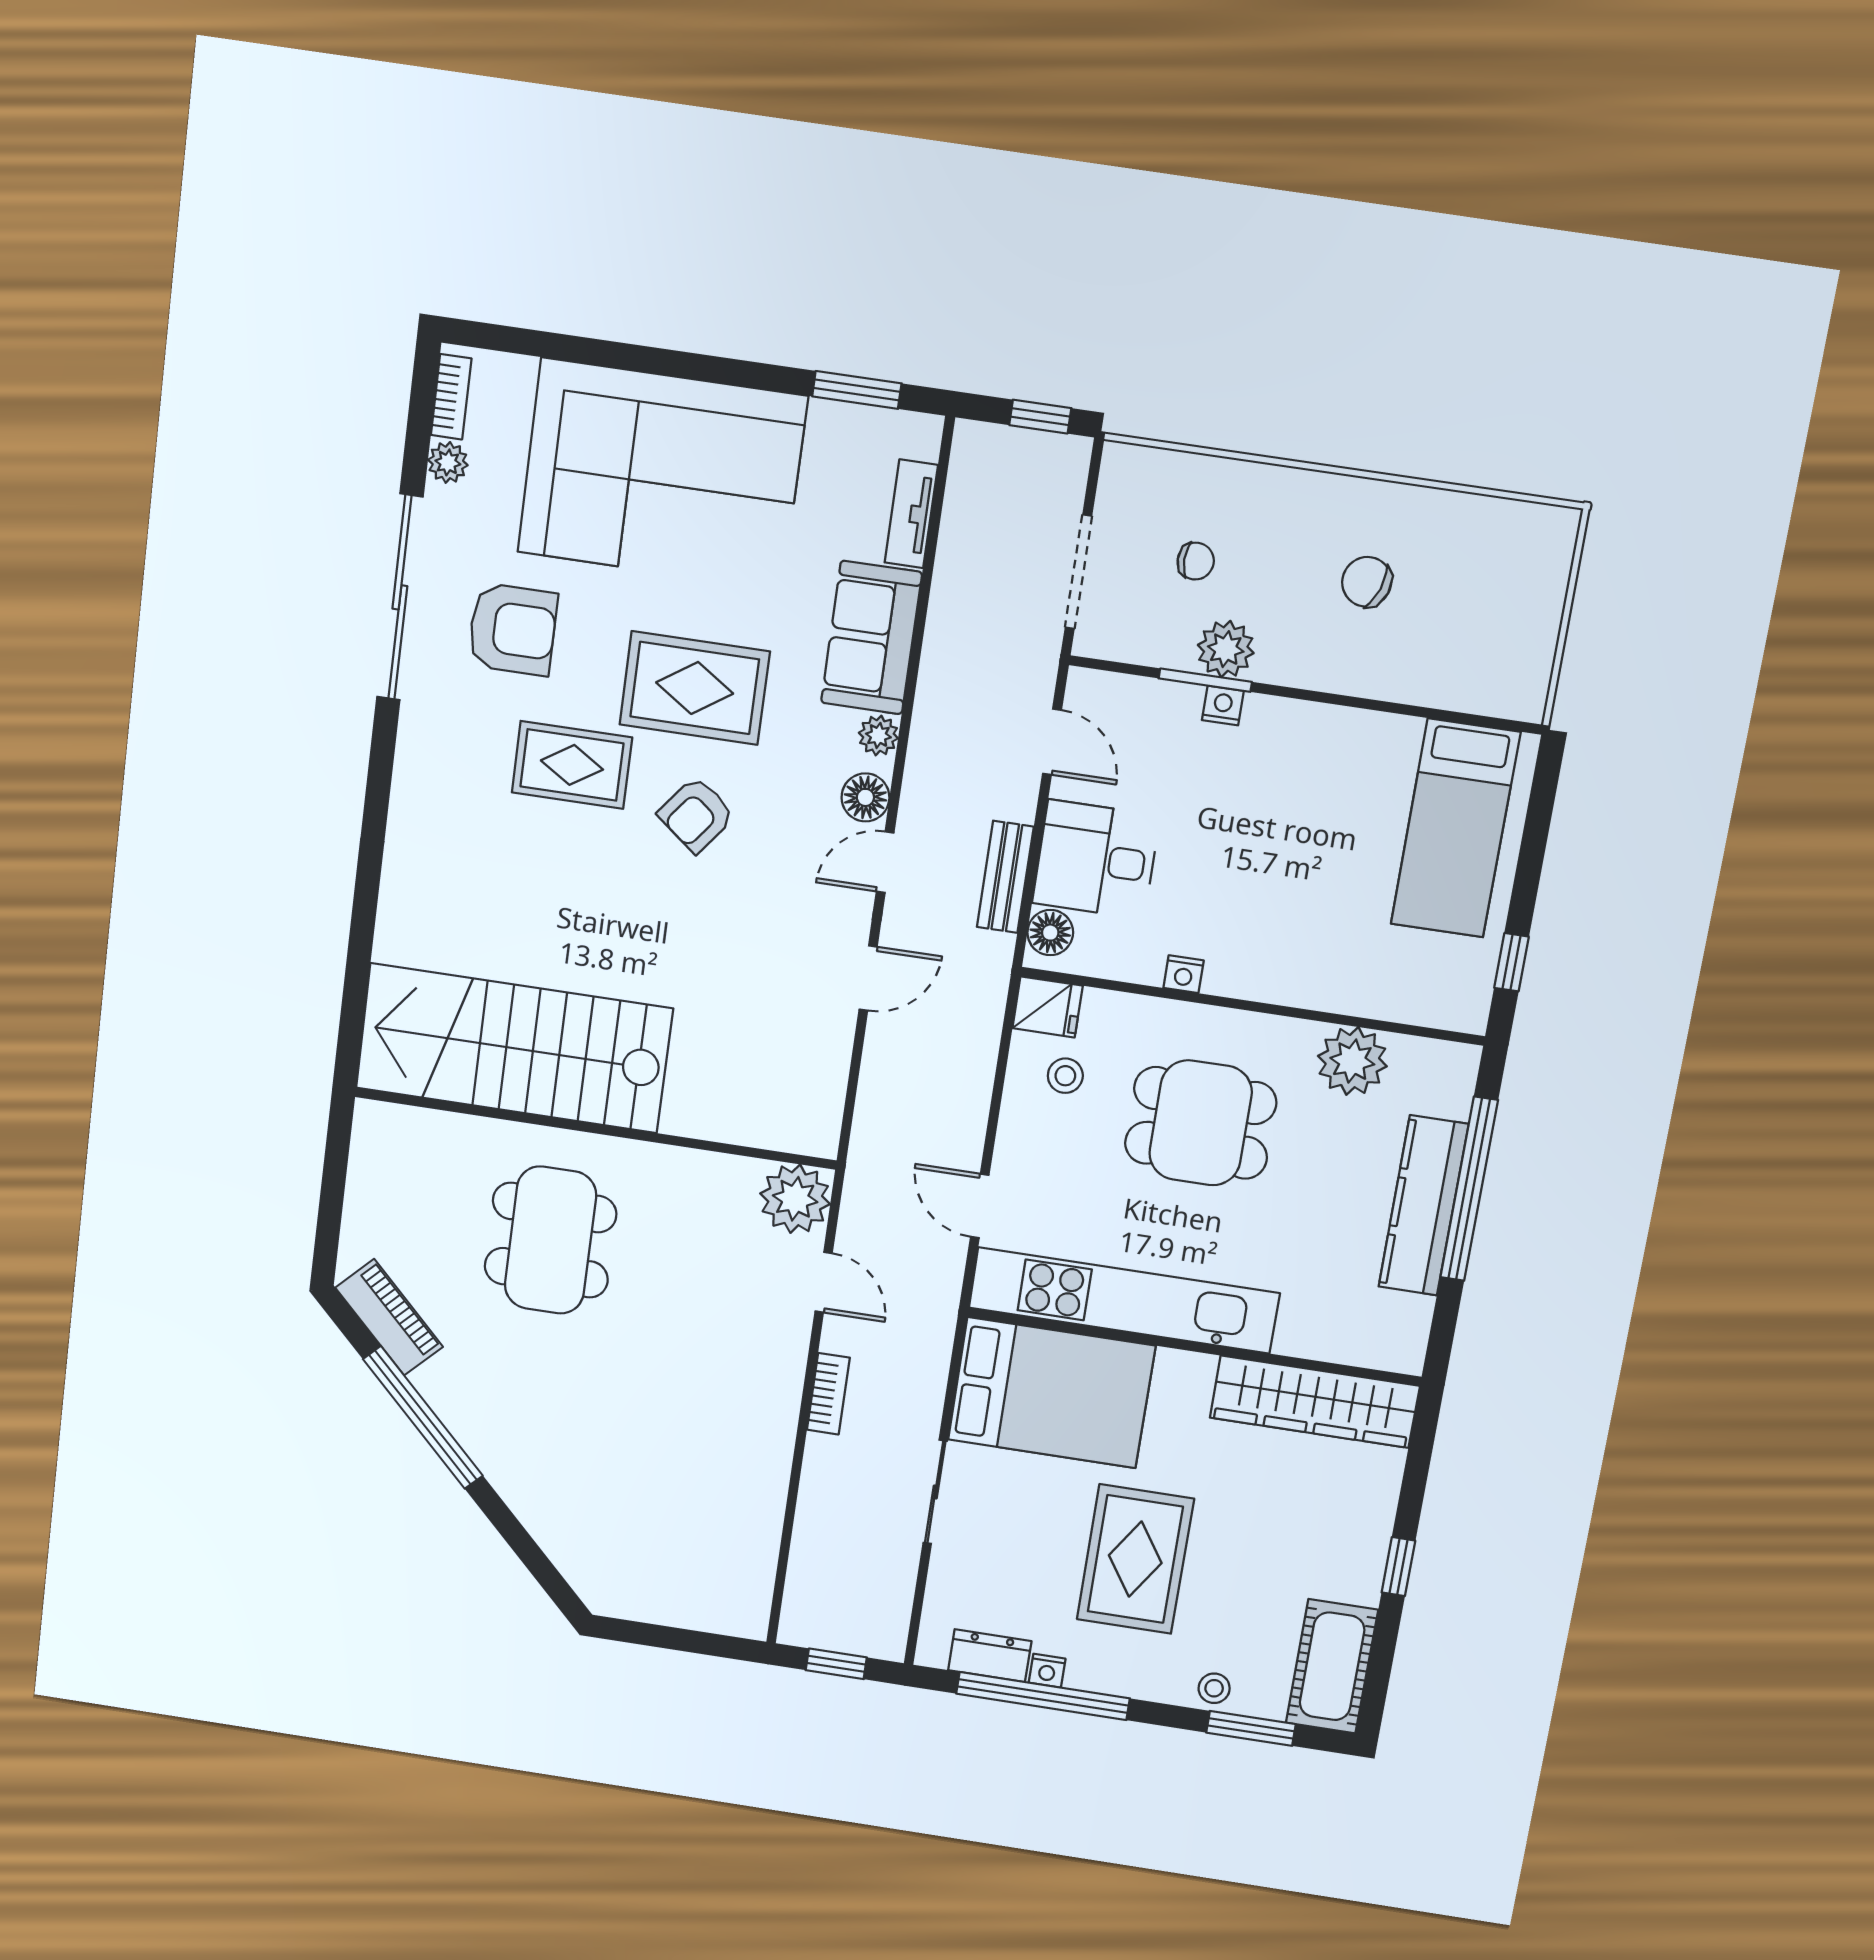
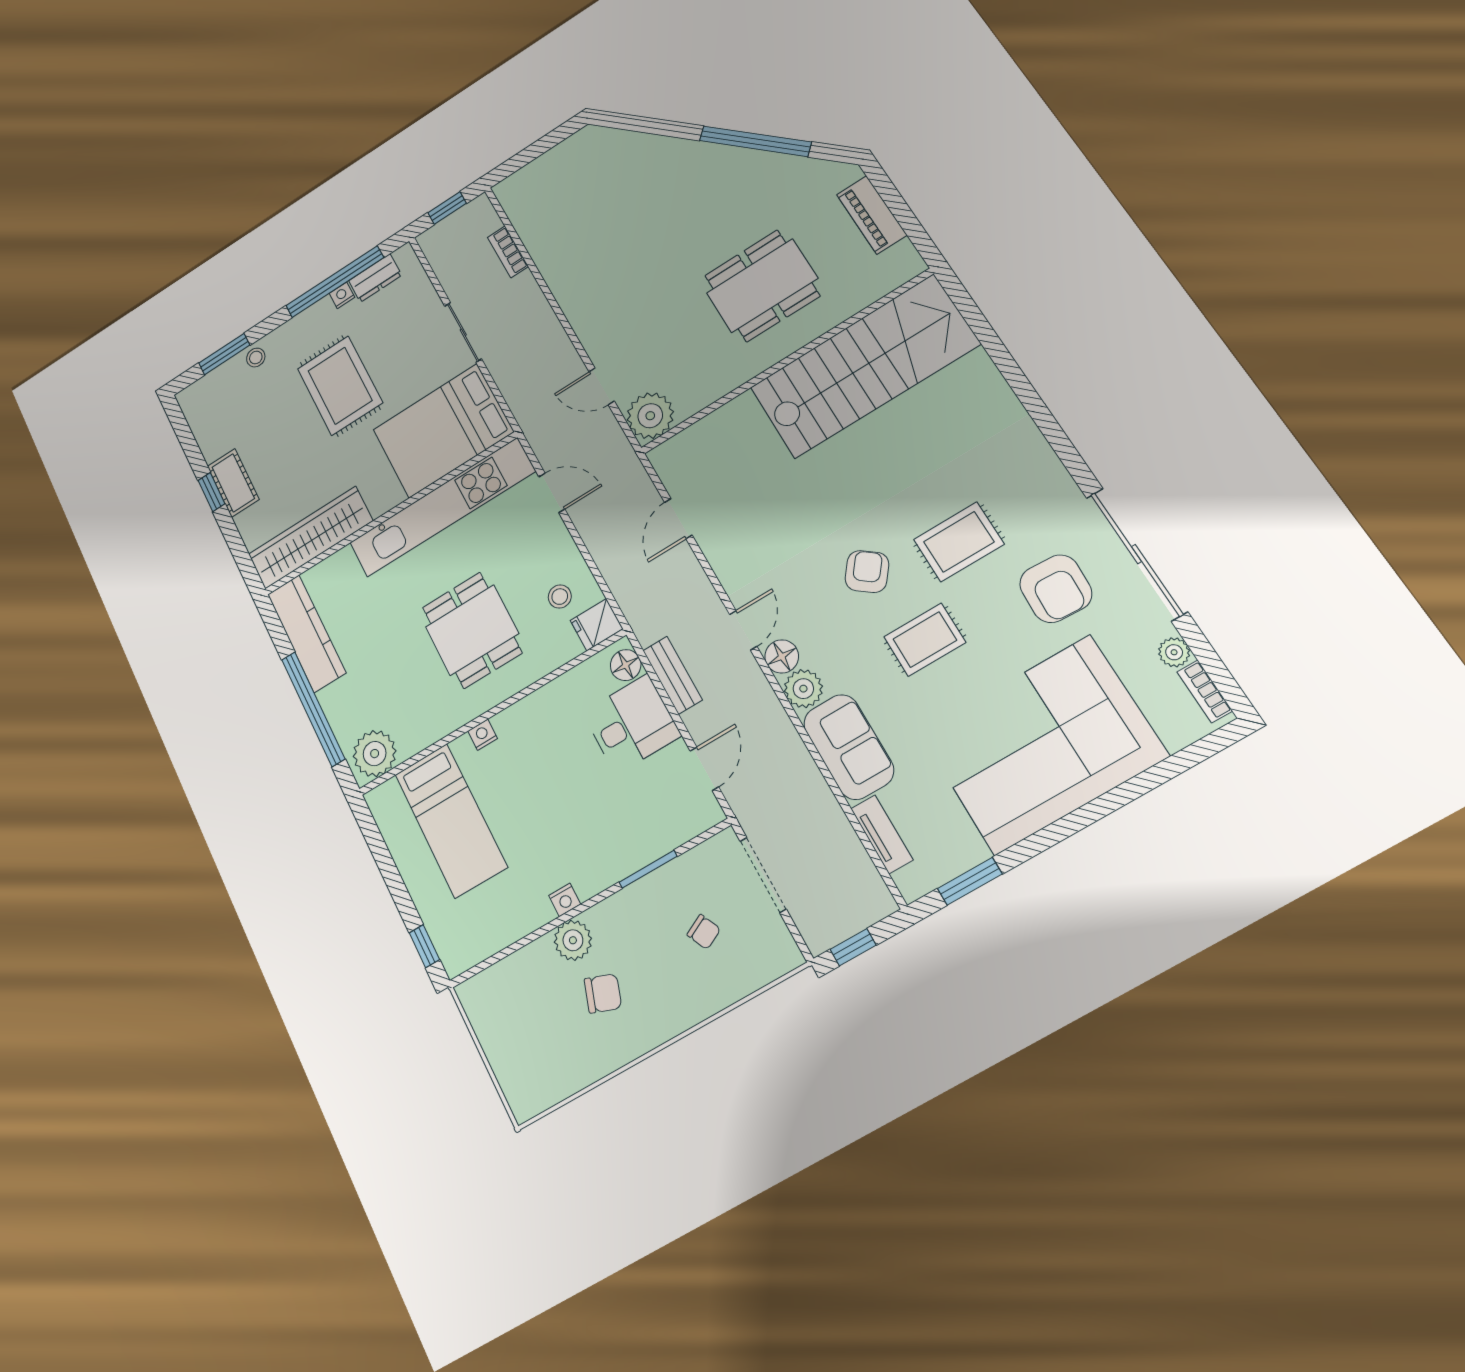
chair: (1196, 561) -> (704, 932), turned -116
armchair: (513, 629) -> (1056, 589), turned -87
plant: (1226, 649) -> (573, 940), moved
rug: (695, 688) -> (925, 640), width x0.73, depth x0.70
nightstand: (1223, 706) -> (565, 900), moved
plant: (878, 735) -> (803, 689), width x1.38, depth x1.38
door: (1052, 742) -> (704, 769), swing flipped
bed: (1455, 828) -> (451, 820), moved, turned 180
window: (1511, 962) -> (424, 946), moved
nightstand: (1184, 974) -> (483, 735), moved
door: (868, 978) -> (678, 519), moved
plant: (1352, 1061) -> (375, 754), moved
dining table: (1201, 1123) -> (472, 630), turned 90
kitchen counter: (1423, 1206) -> (306, 633), moved
dining table: (550, 1240) -> (762, 286), turned 90
piano: (389, 1317) -> (872, 215), moved, turned 45
bookcase: (828, 1394) -> (508, 252), moved
cot: (1332, 1666) -> (233, 483), moved, width x0.73, depth x0.75

